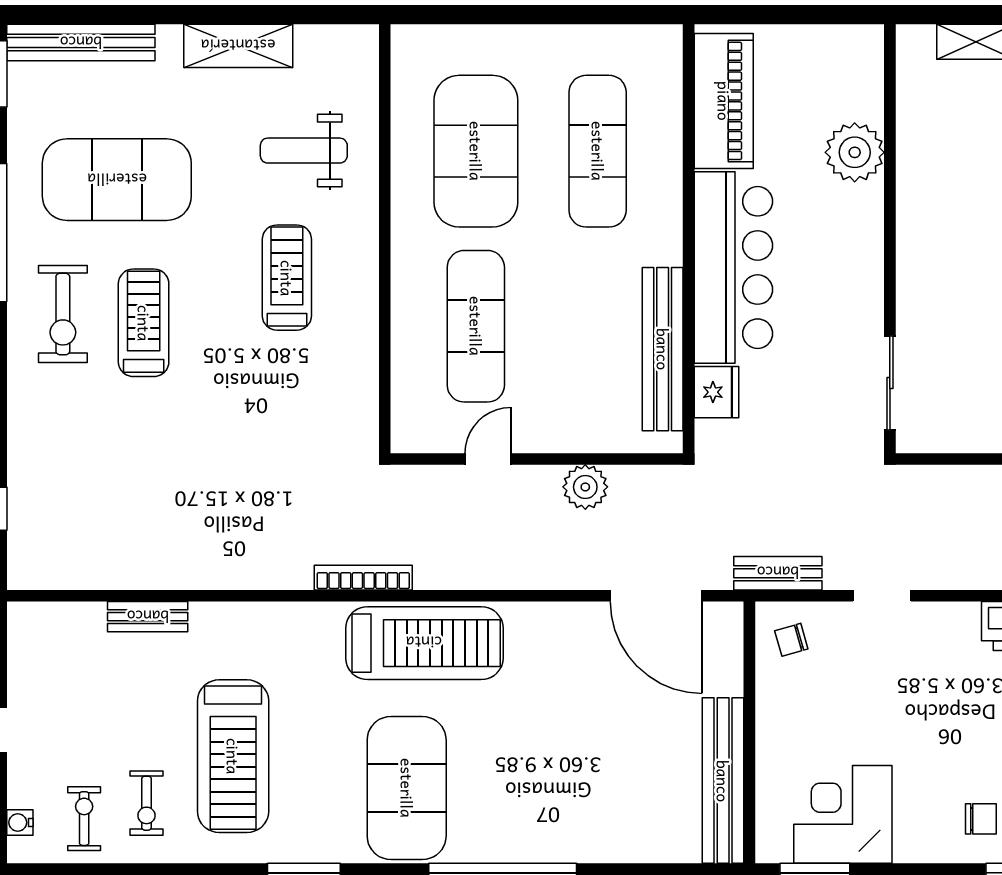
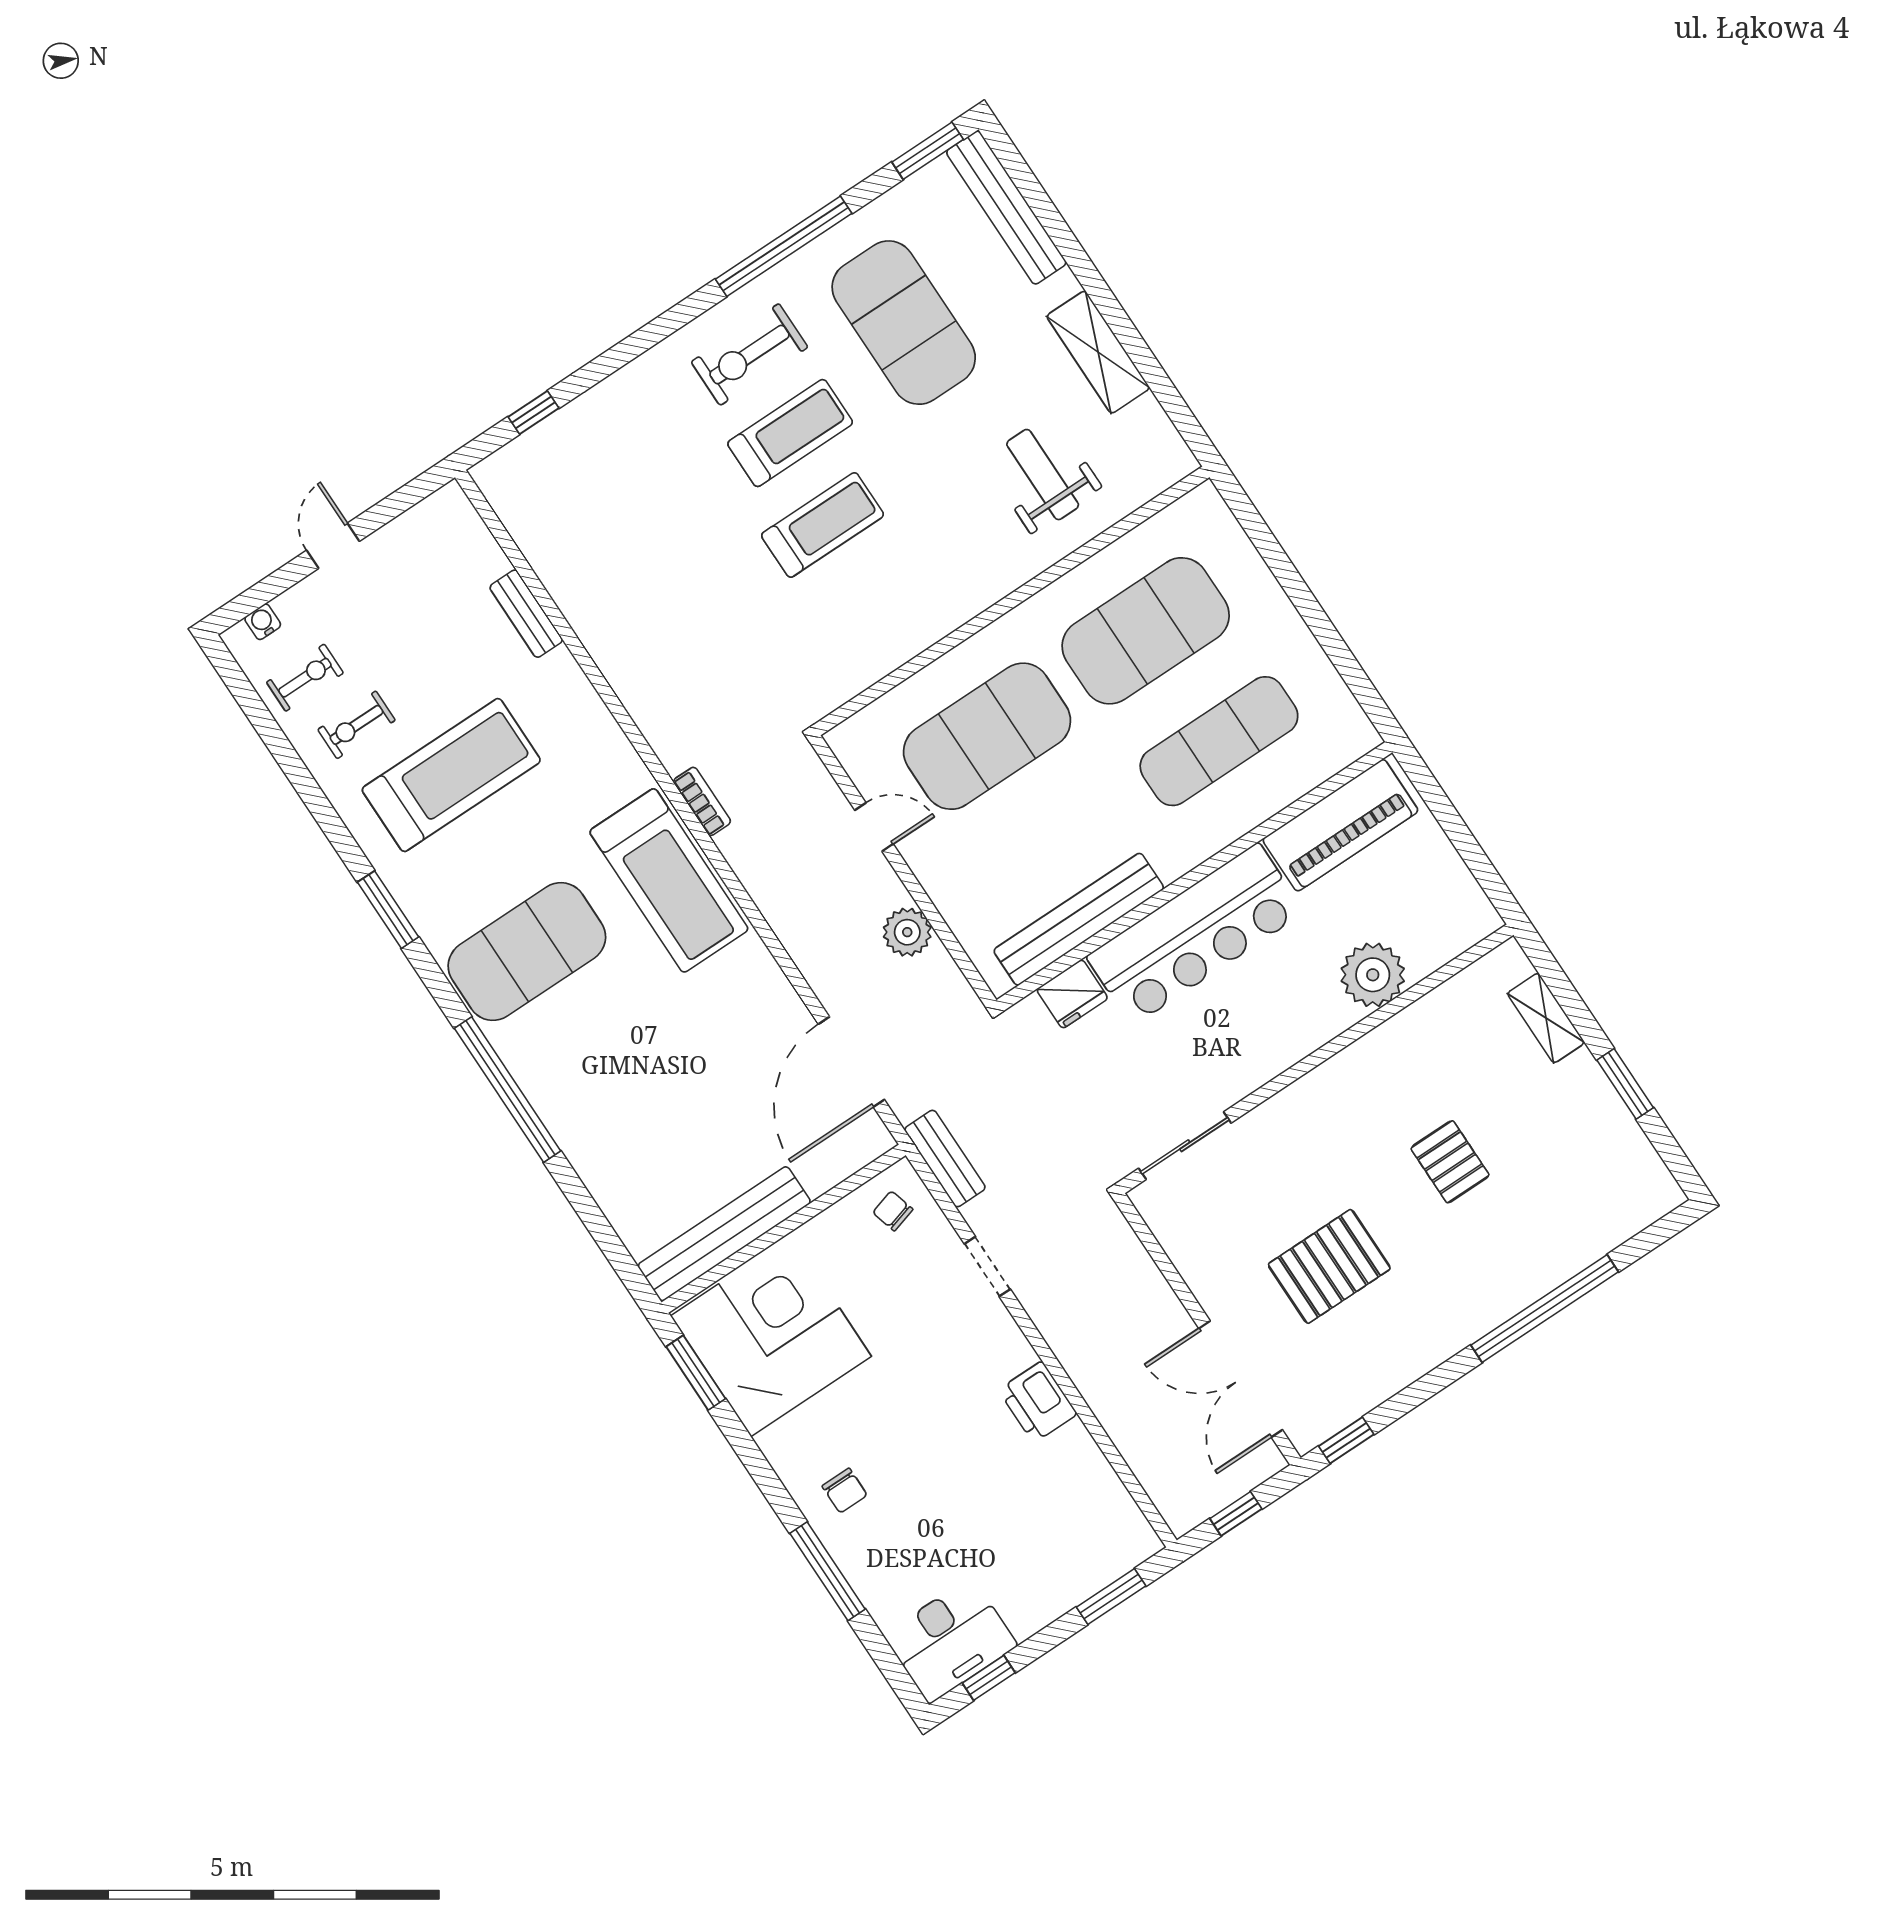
treadmill: (287, 278) -> (823, 525), moved
exercise mat: (476, 326) -> (987, 736), width x1.47
bookcase: (363, 578) -> (702, 801), width x0.64
treadmill: (233, 756) -> (451, 775), turned 180
corner desk: (843, 814) -> (771, 1336), width x1.36, depth x1.36

